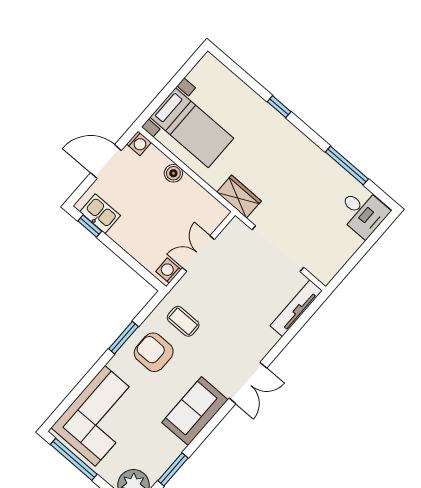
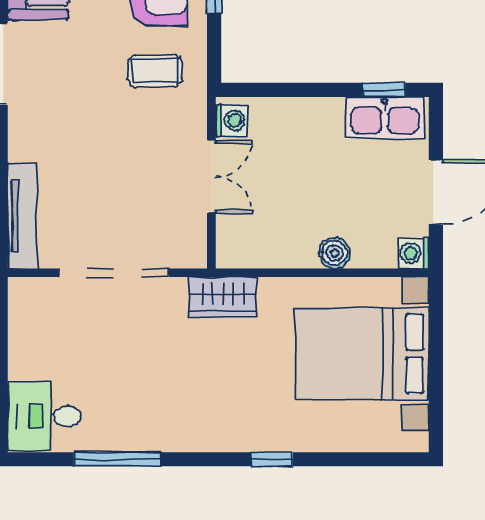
bed with nightstands: (192, 128) -> (362, 354), width x1.36
kitchen sink: (100, 214) -> (385, 118), width x1.38

